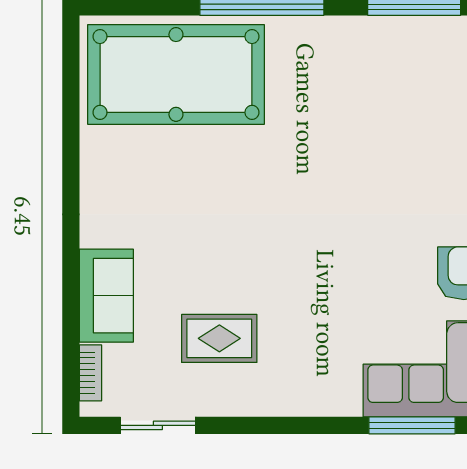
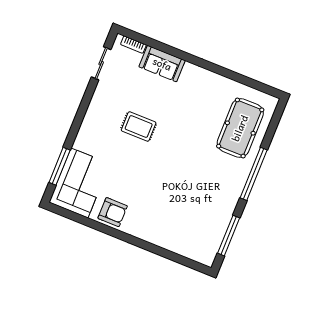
pool table: (176, 74) -> (240, 128), width x0.73, depth x0.76
rug: (219, 338) -> (139, 126), moved, turned 90

